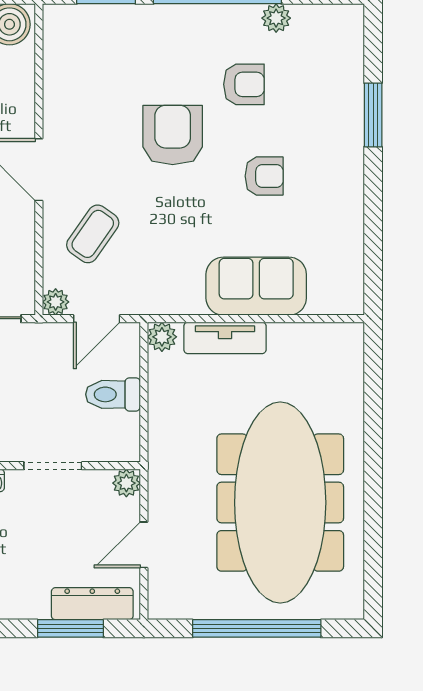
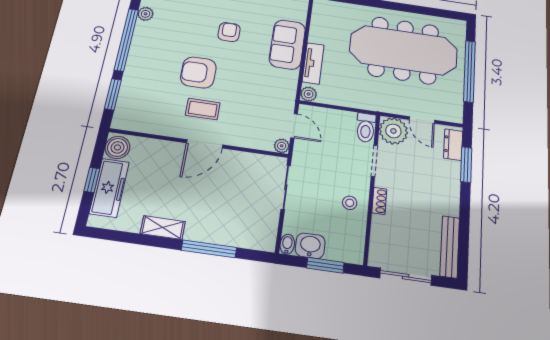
armchair: (244, 84) -> (178, 34), removed
coffee table: (93, 234) -> (203, 109), moved, turned -35
toilet: (113, 394) -> (366, 128), moved
plant: (126, 483) -> (393, 131), width x1.88, depth x1.88
dresser: (92, 604) -> (453, 145), width x0.70

